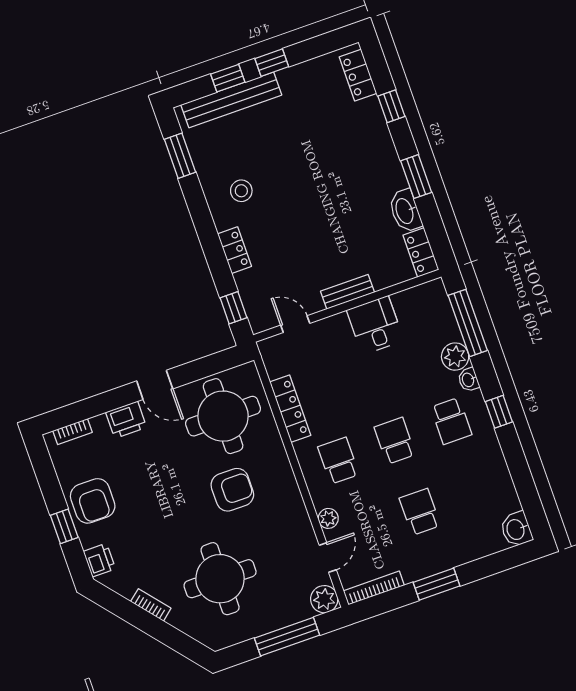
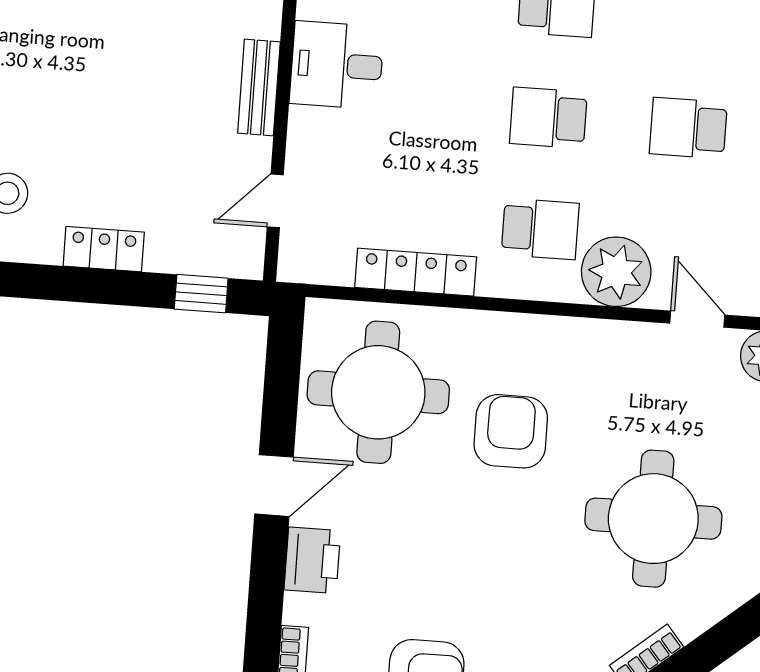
school desk: (338, 461) -> (540, 229), turned 180
plant: (328, 518) -> (616, 272), width x1.88, depth x1.88

